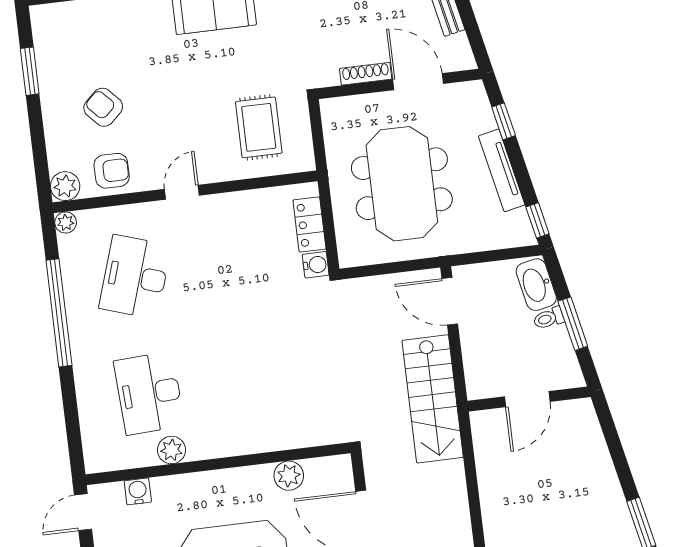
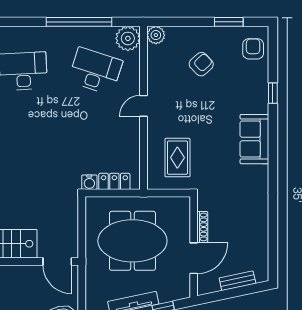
rug: (259, 127) -> (177, 158), turned 90
armchair: (112, 171) -> (253, 49), moved, turned 180
door: (182, 192) -> (144, 106), swing flipped
plant: (66, 222) -> (128, 38), width x1.87, depth x1.87
door: (450, 301) -> (57, 261), swing flipped

